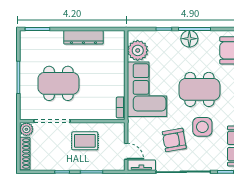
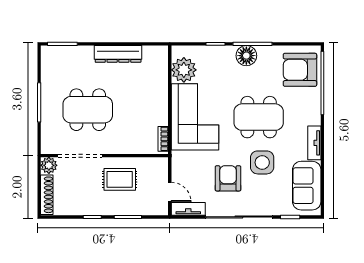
armchair: (174, 140) -> (228, 178), turned 100

